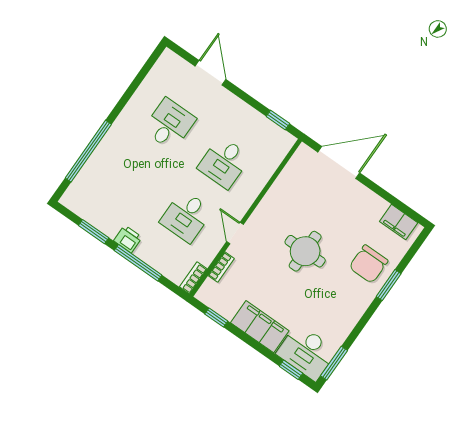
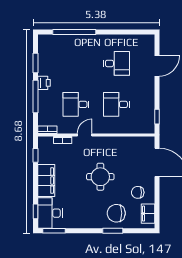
chair: (361, 216) -> (138, 192), added

